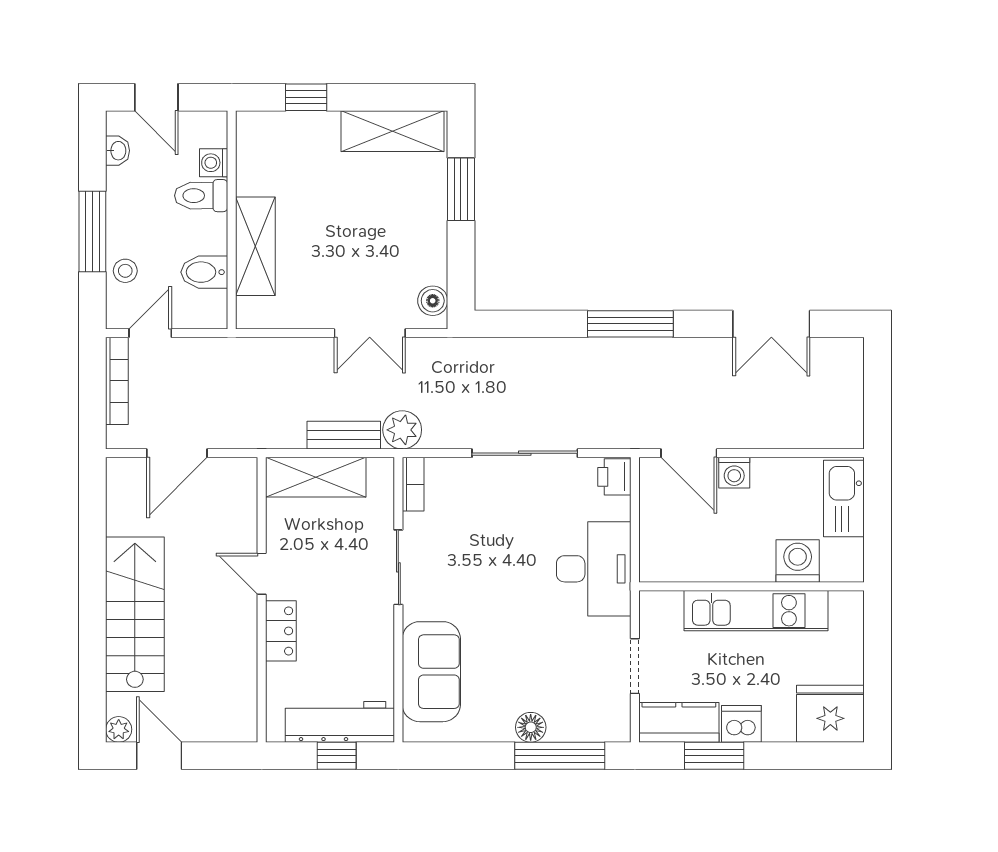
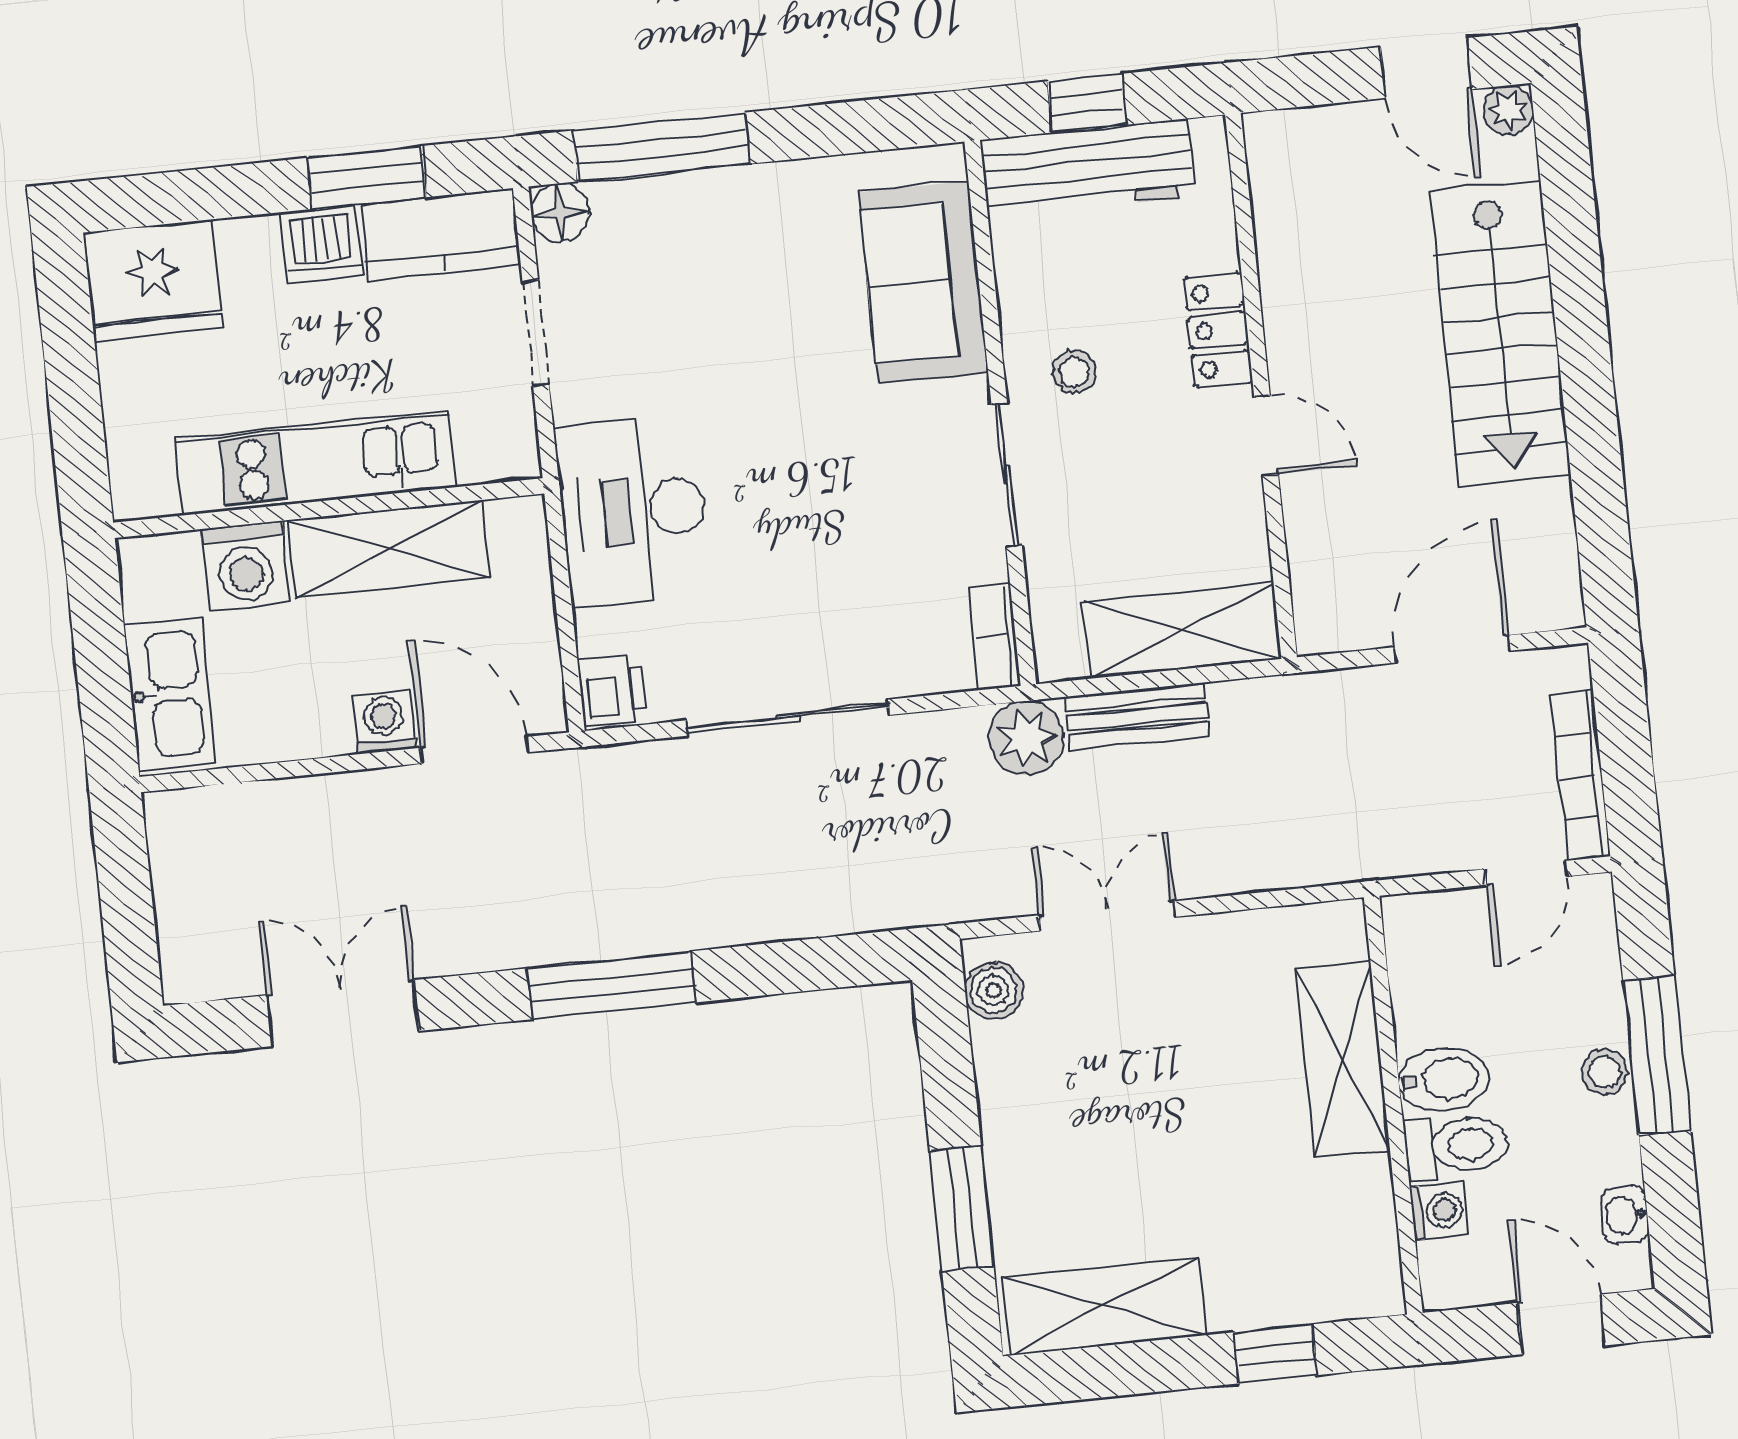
stool: (125, 271) -> (1605, 1072), moved
bidet: (204, 272) -> (1443, 1079), moved
shelving: (722, 562) -> (389, 549), added
stool: (358, 617) -> (1074, 371), added
floor lamp: (531, 727) -> (560, 212), moved

